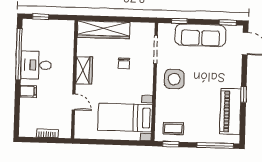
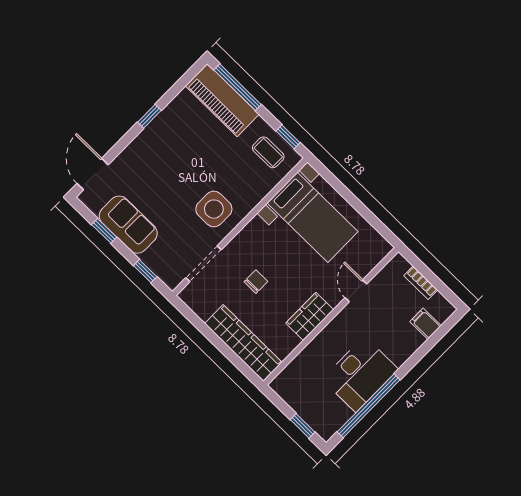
window: (228, 23) -> (104, 231), moved
sofa: (200, 35) -> (128, 225), width x0.73
desk: (36, 65) -> (360, 374), width x1.37
filing cabinet: (28, 91) -> (426, 324), moved
piano: (230, 111) -> (222, 100), moved, turned 90

